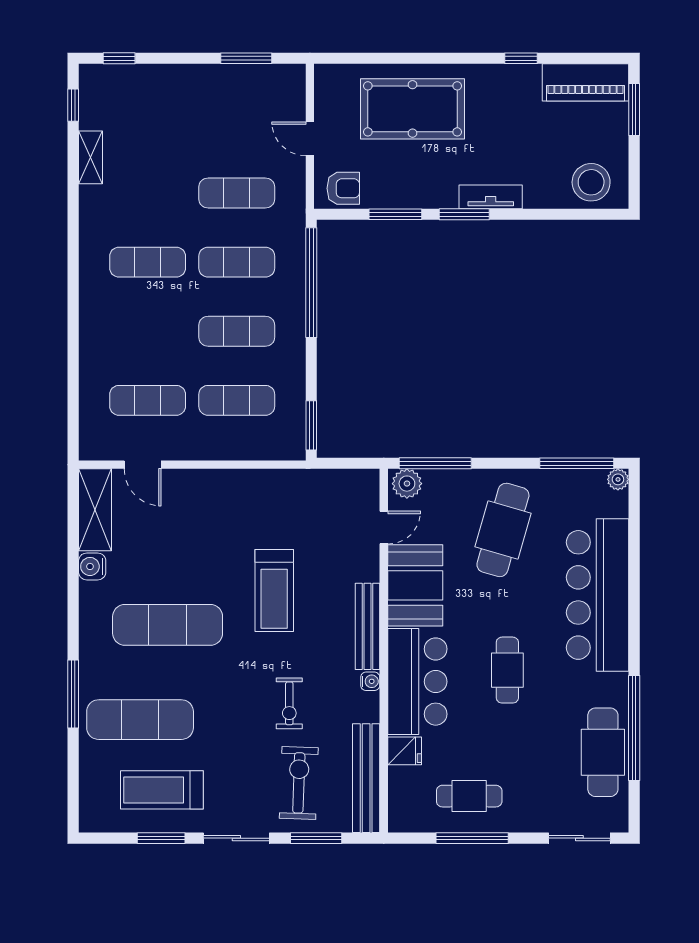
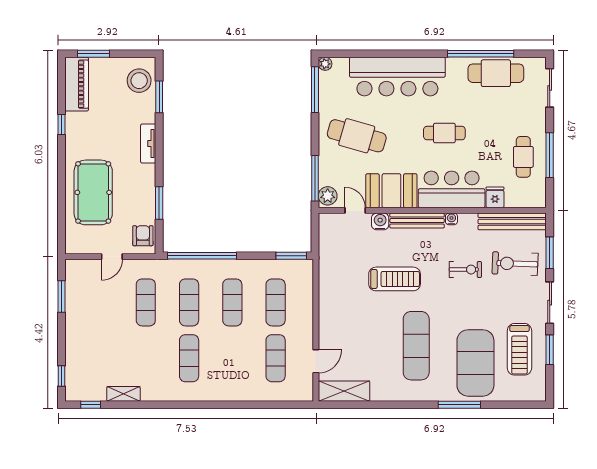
window: (464, 214) -> (159, 97), moved
water cooler: (92, 566) -> (380, 221), moved, turned 180
exercise mat: (140, 720) -> (475, 363), width x1.47

